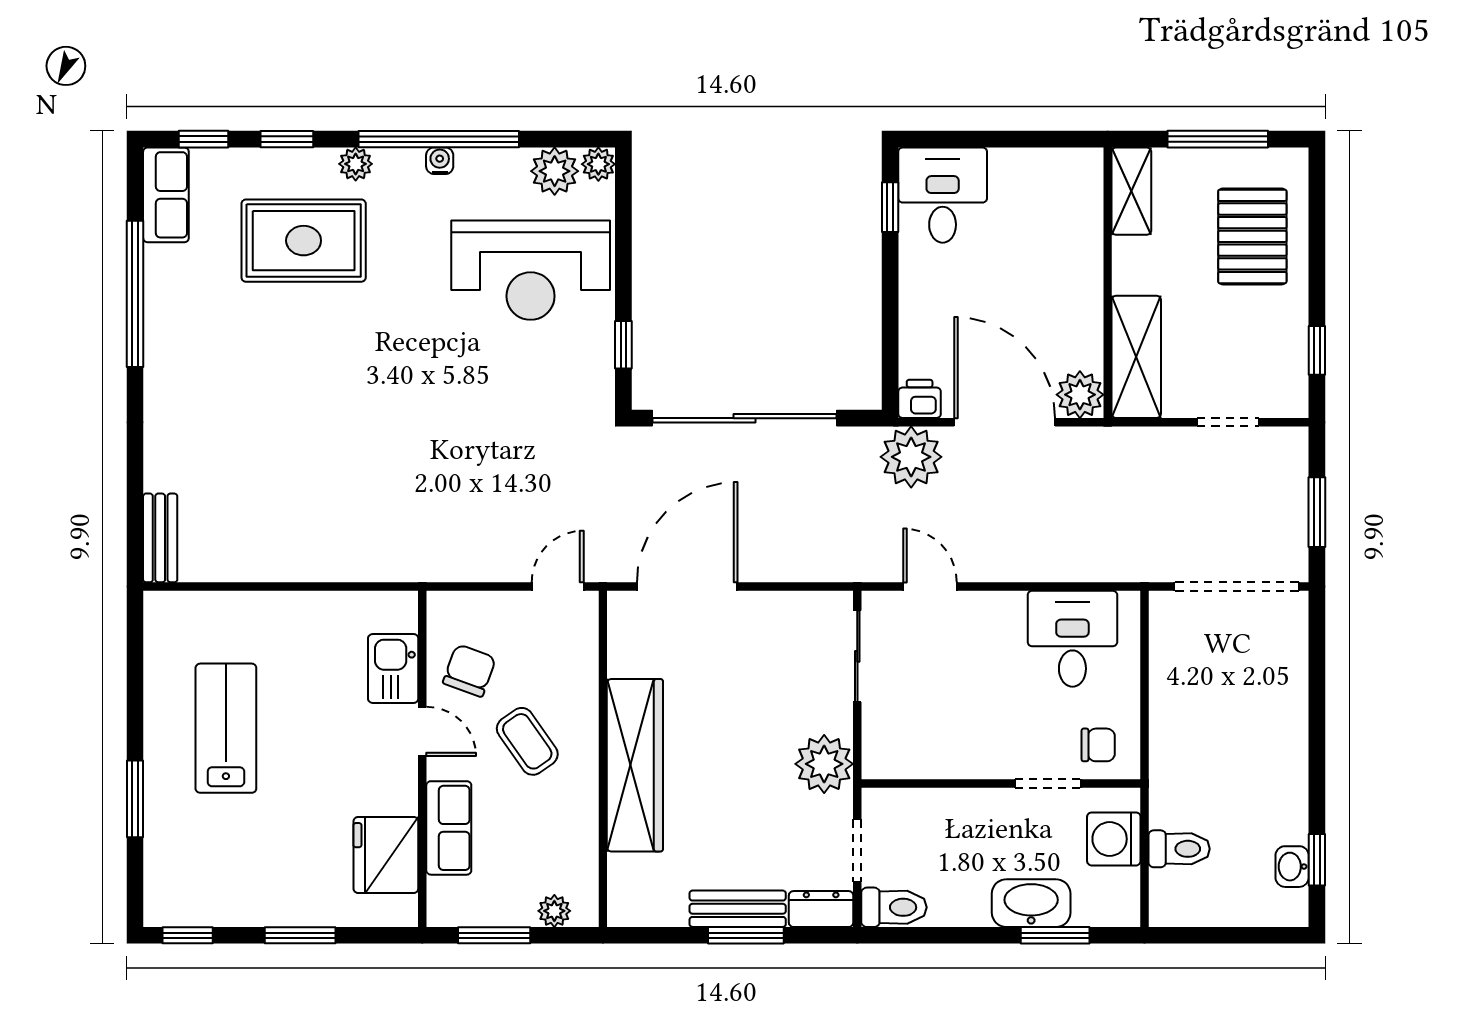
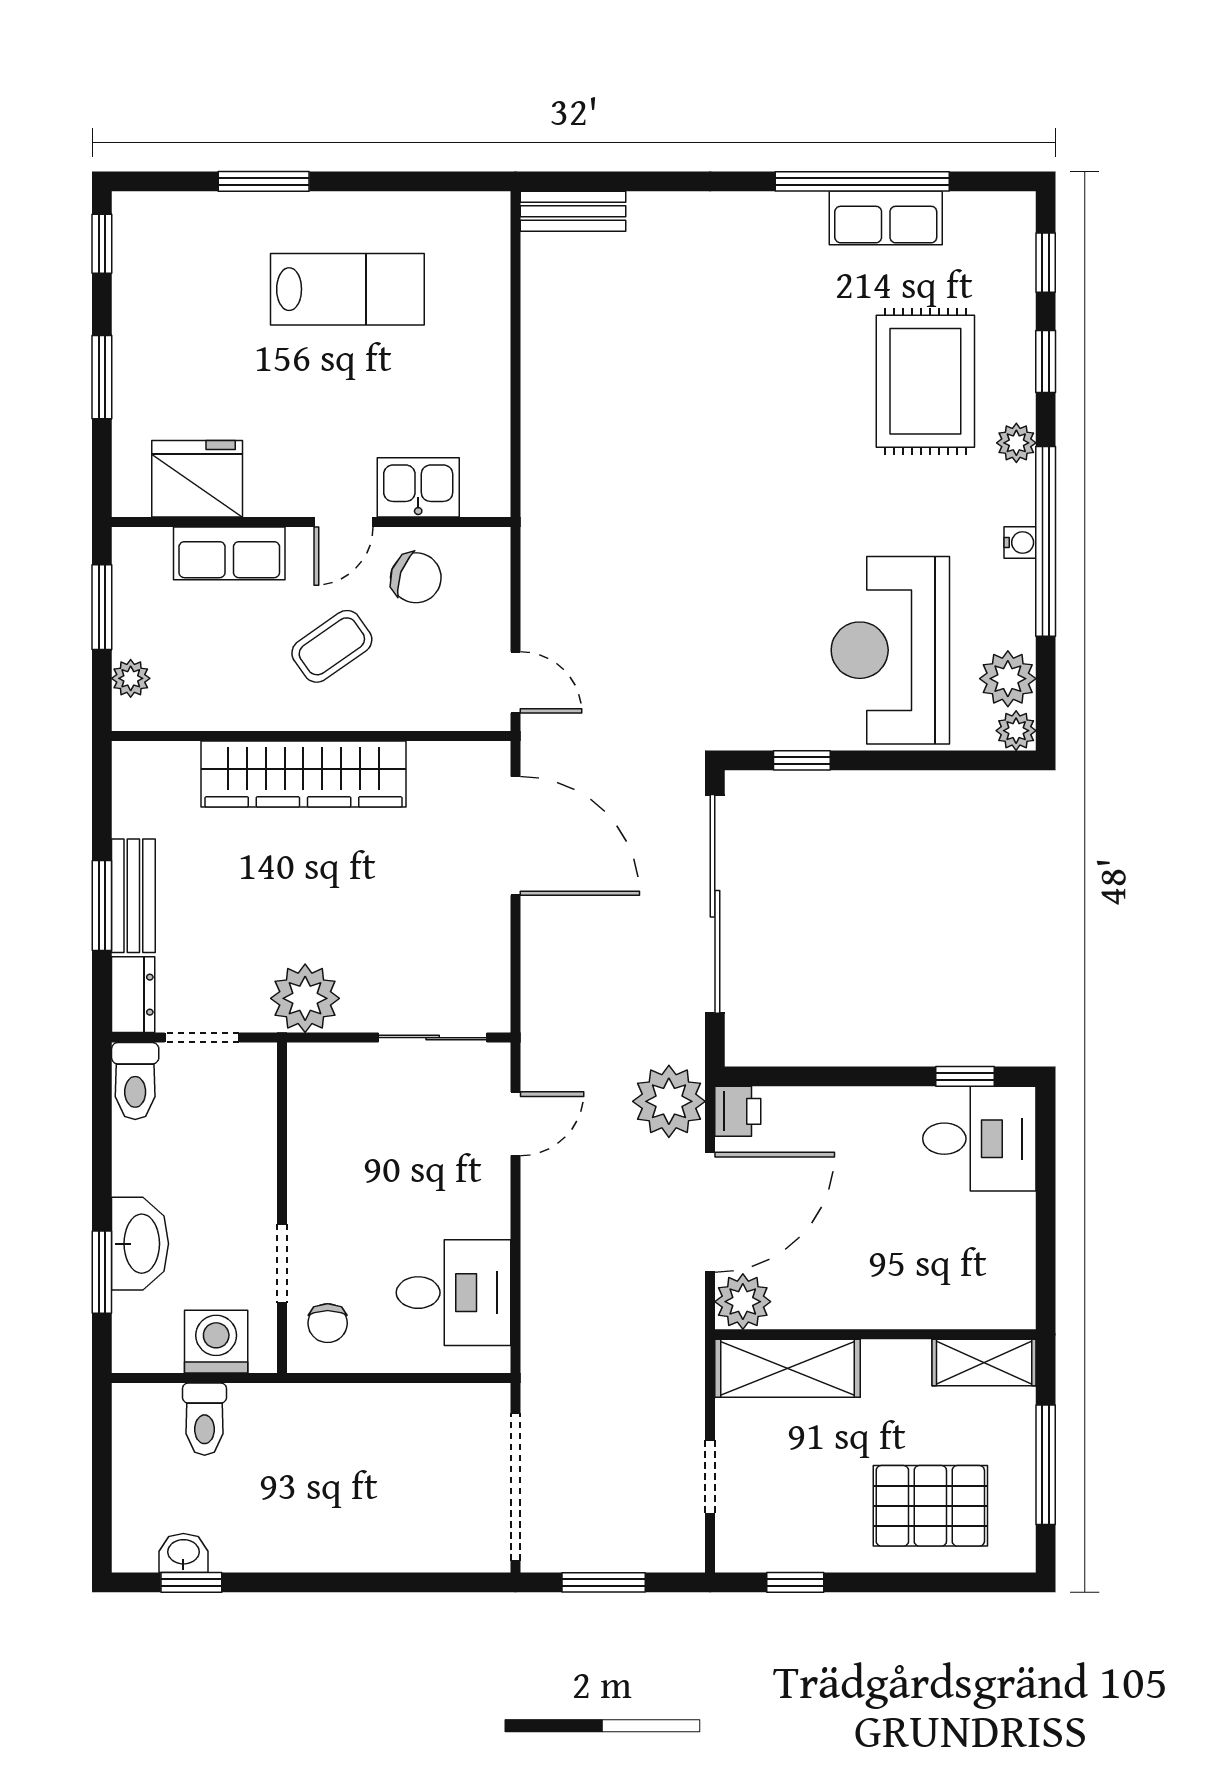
row of seats: (166, 195) -> (886, 218), moved

